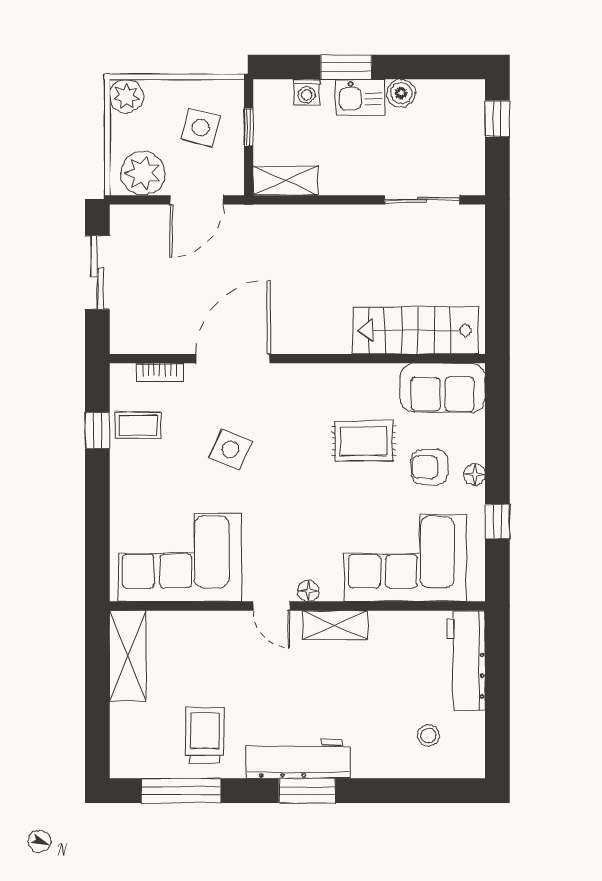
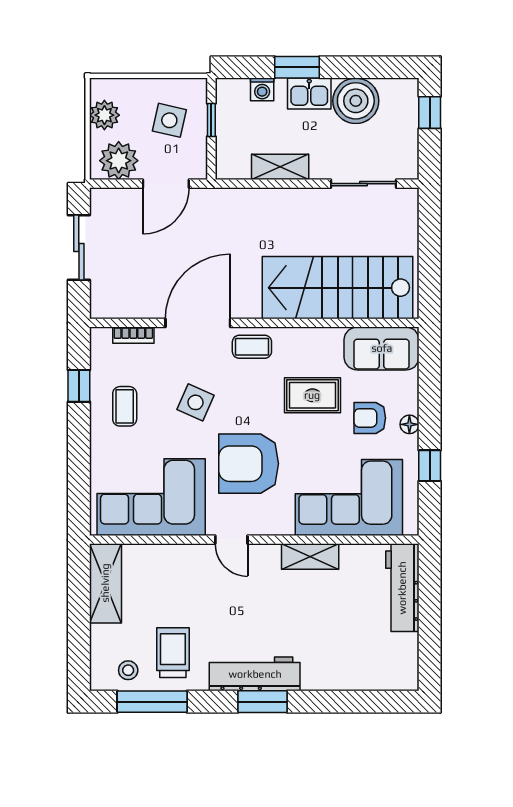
boiler: (401, 93) -> (356, 101), width x1.86, depth x1.86
plant: (127, 96) -> (104, 115), moved
shelving: (286, 181) -> (280, 167), moved
stairs: (415, 330) -> (338, 288), width x1.36, depth x1.51
coffee table: (295, 386) -> (252, 347), added
coffee table: (138, 425) -> (125, 406), moved, turned 90
armchair: (291, 519) -> (249, 464), added
floor lamp: (308, 591) -> (264, 527), removed
shelving: (335, 625) -> (310, 557), moved
stool: (429, 736) -> (128, 670), moved

